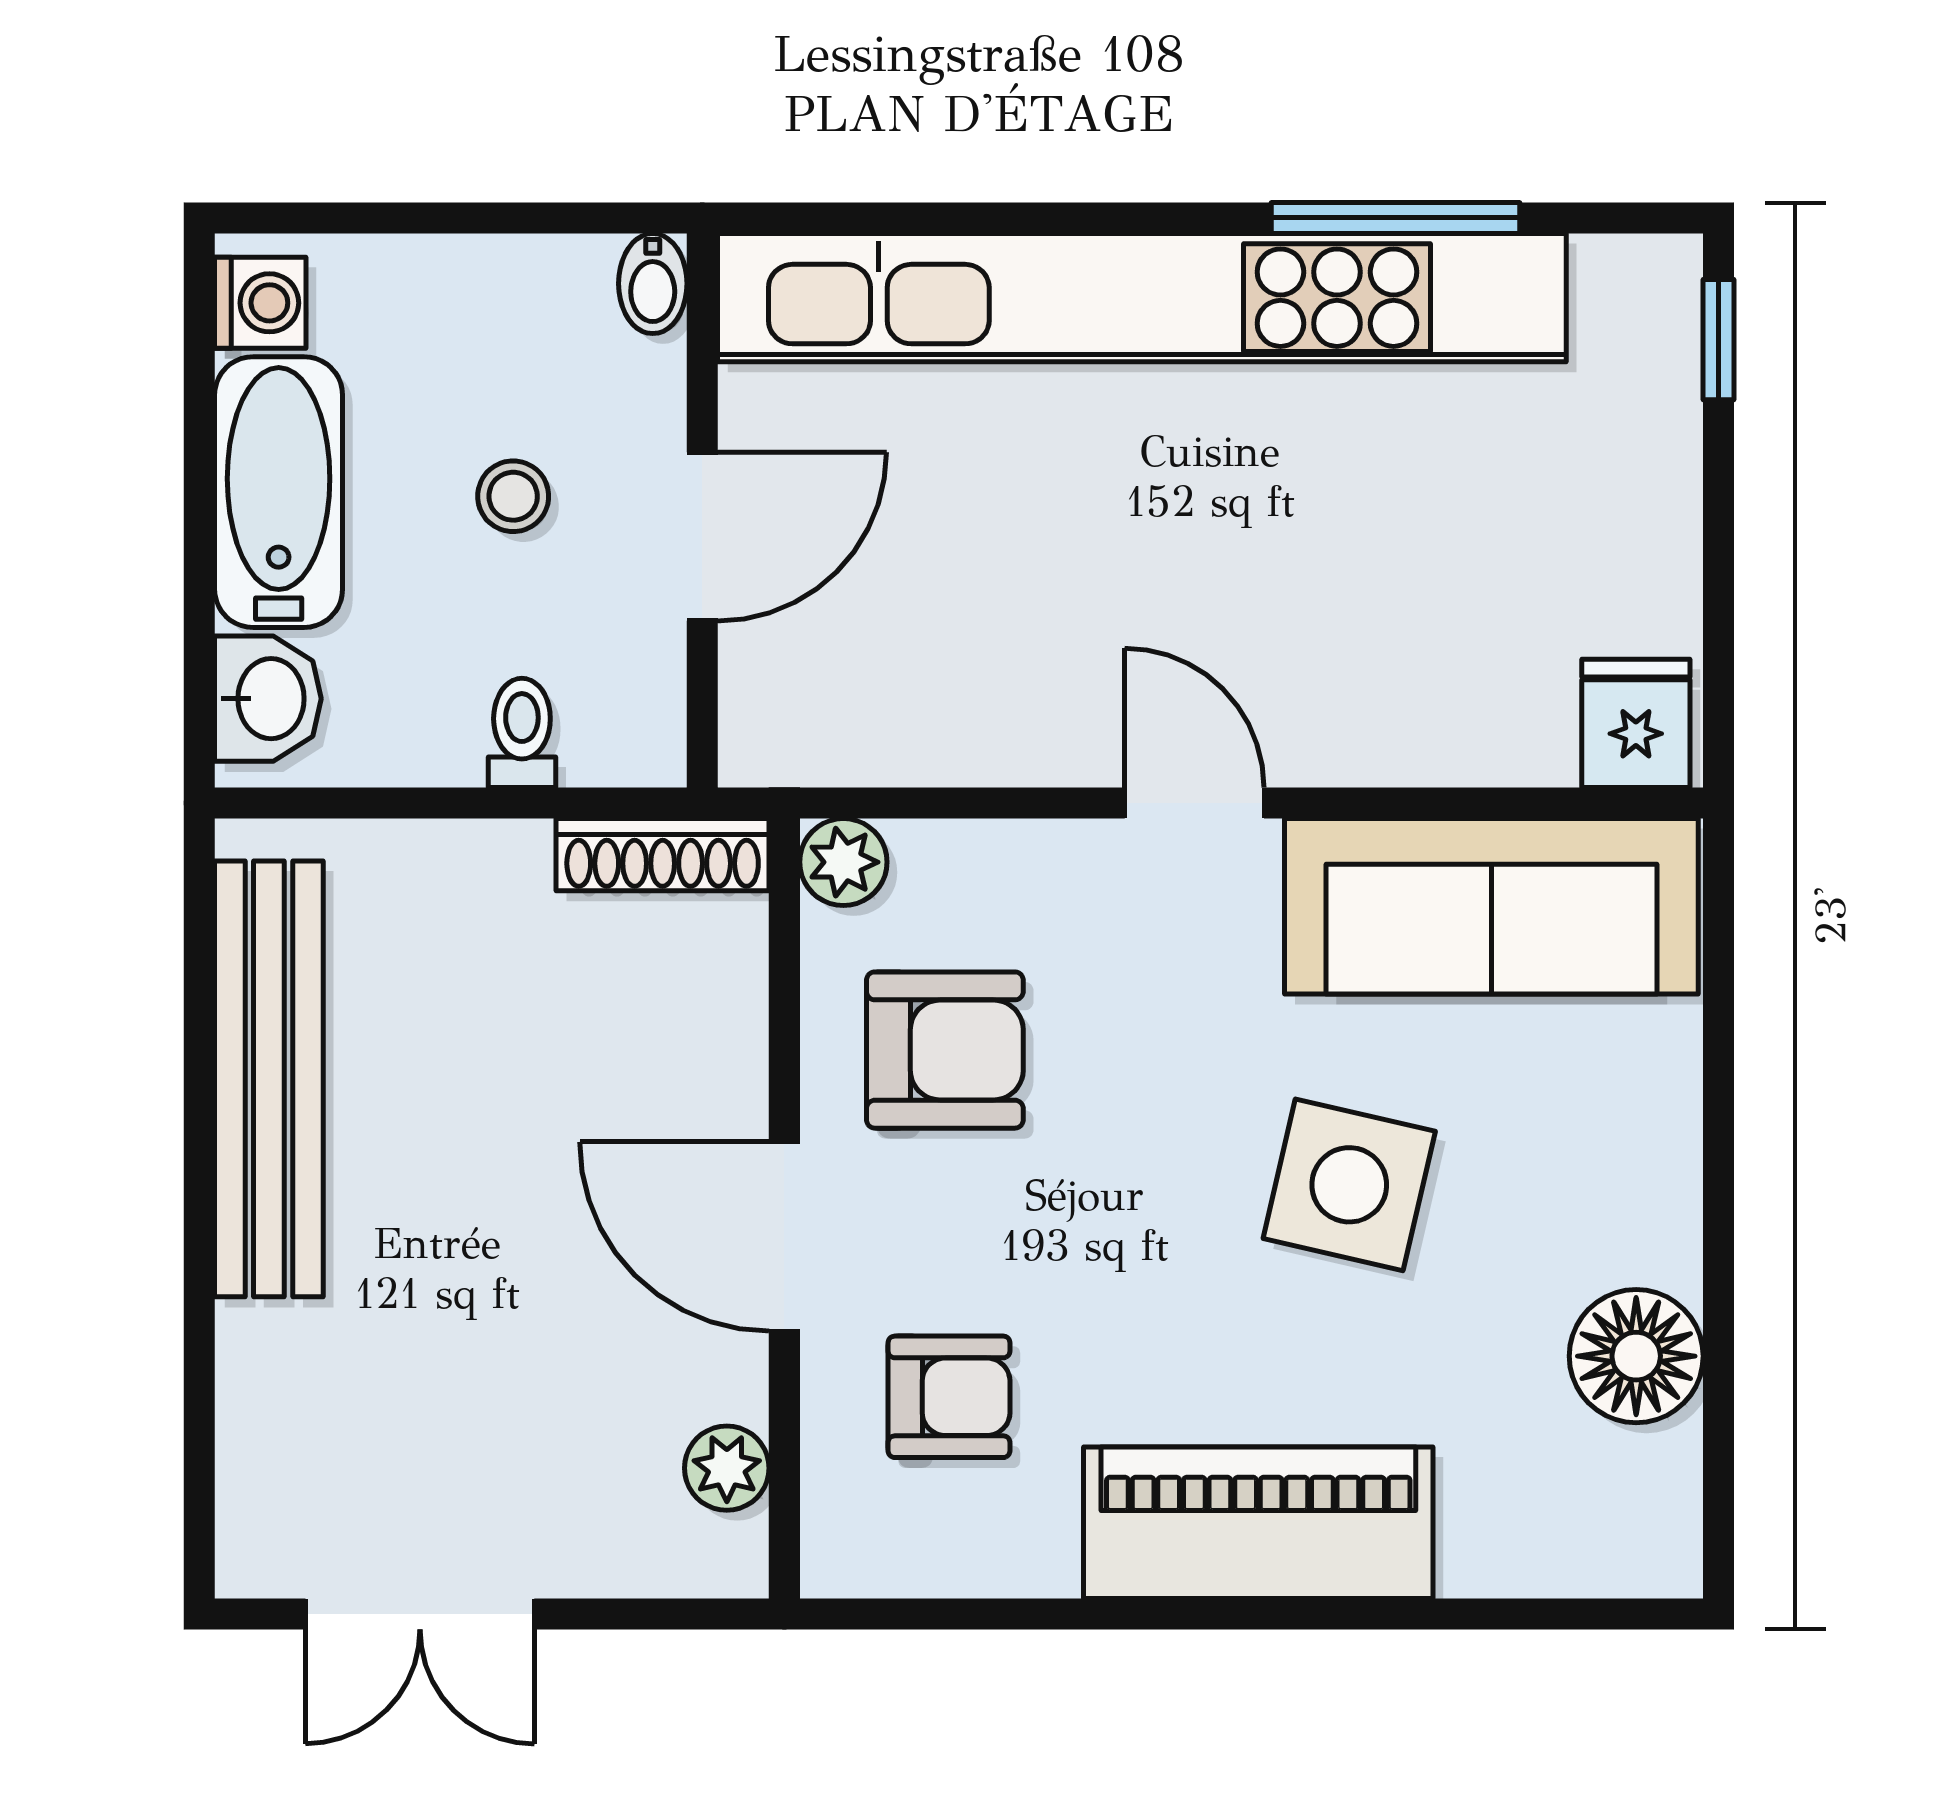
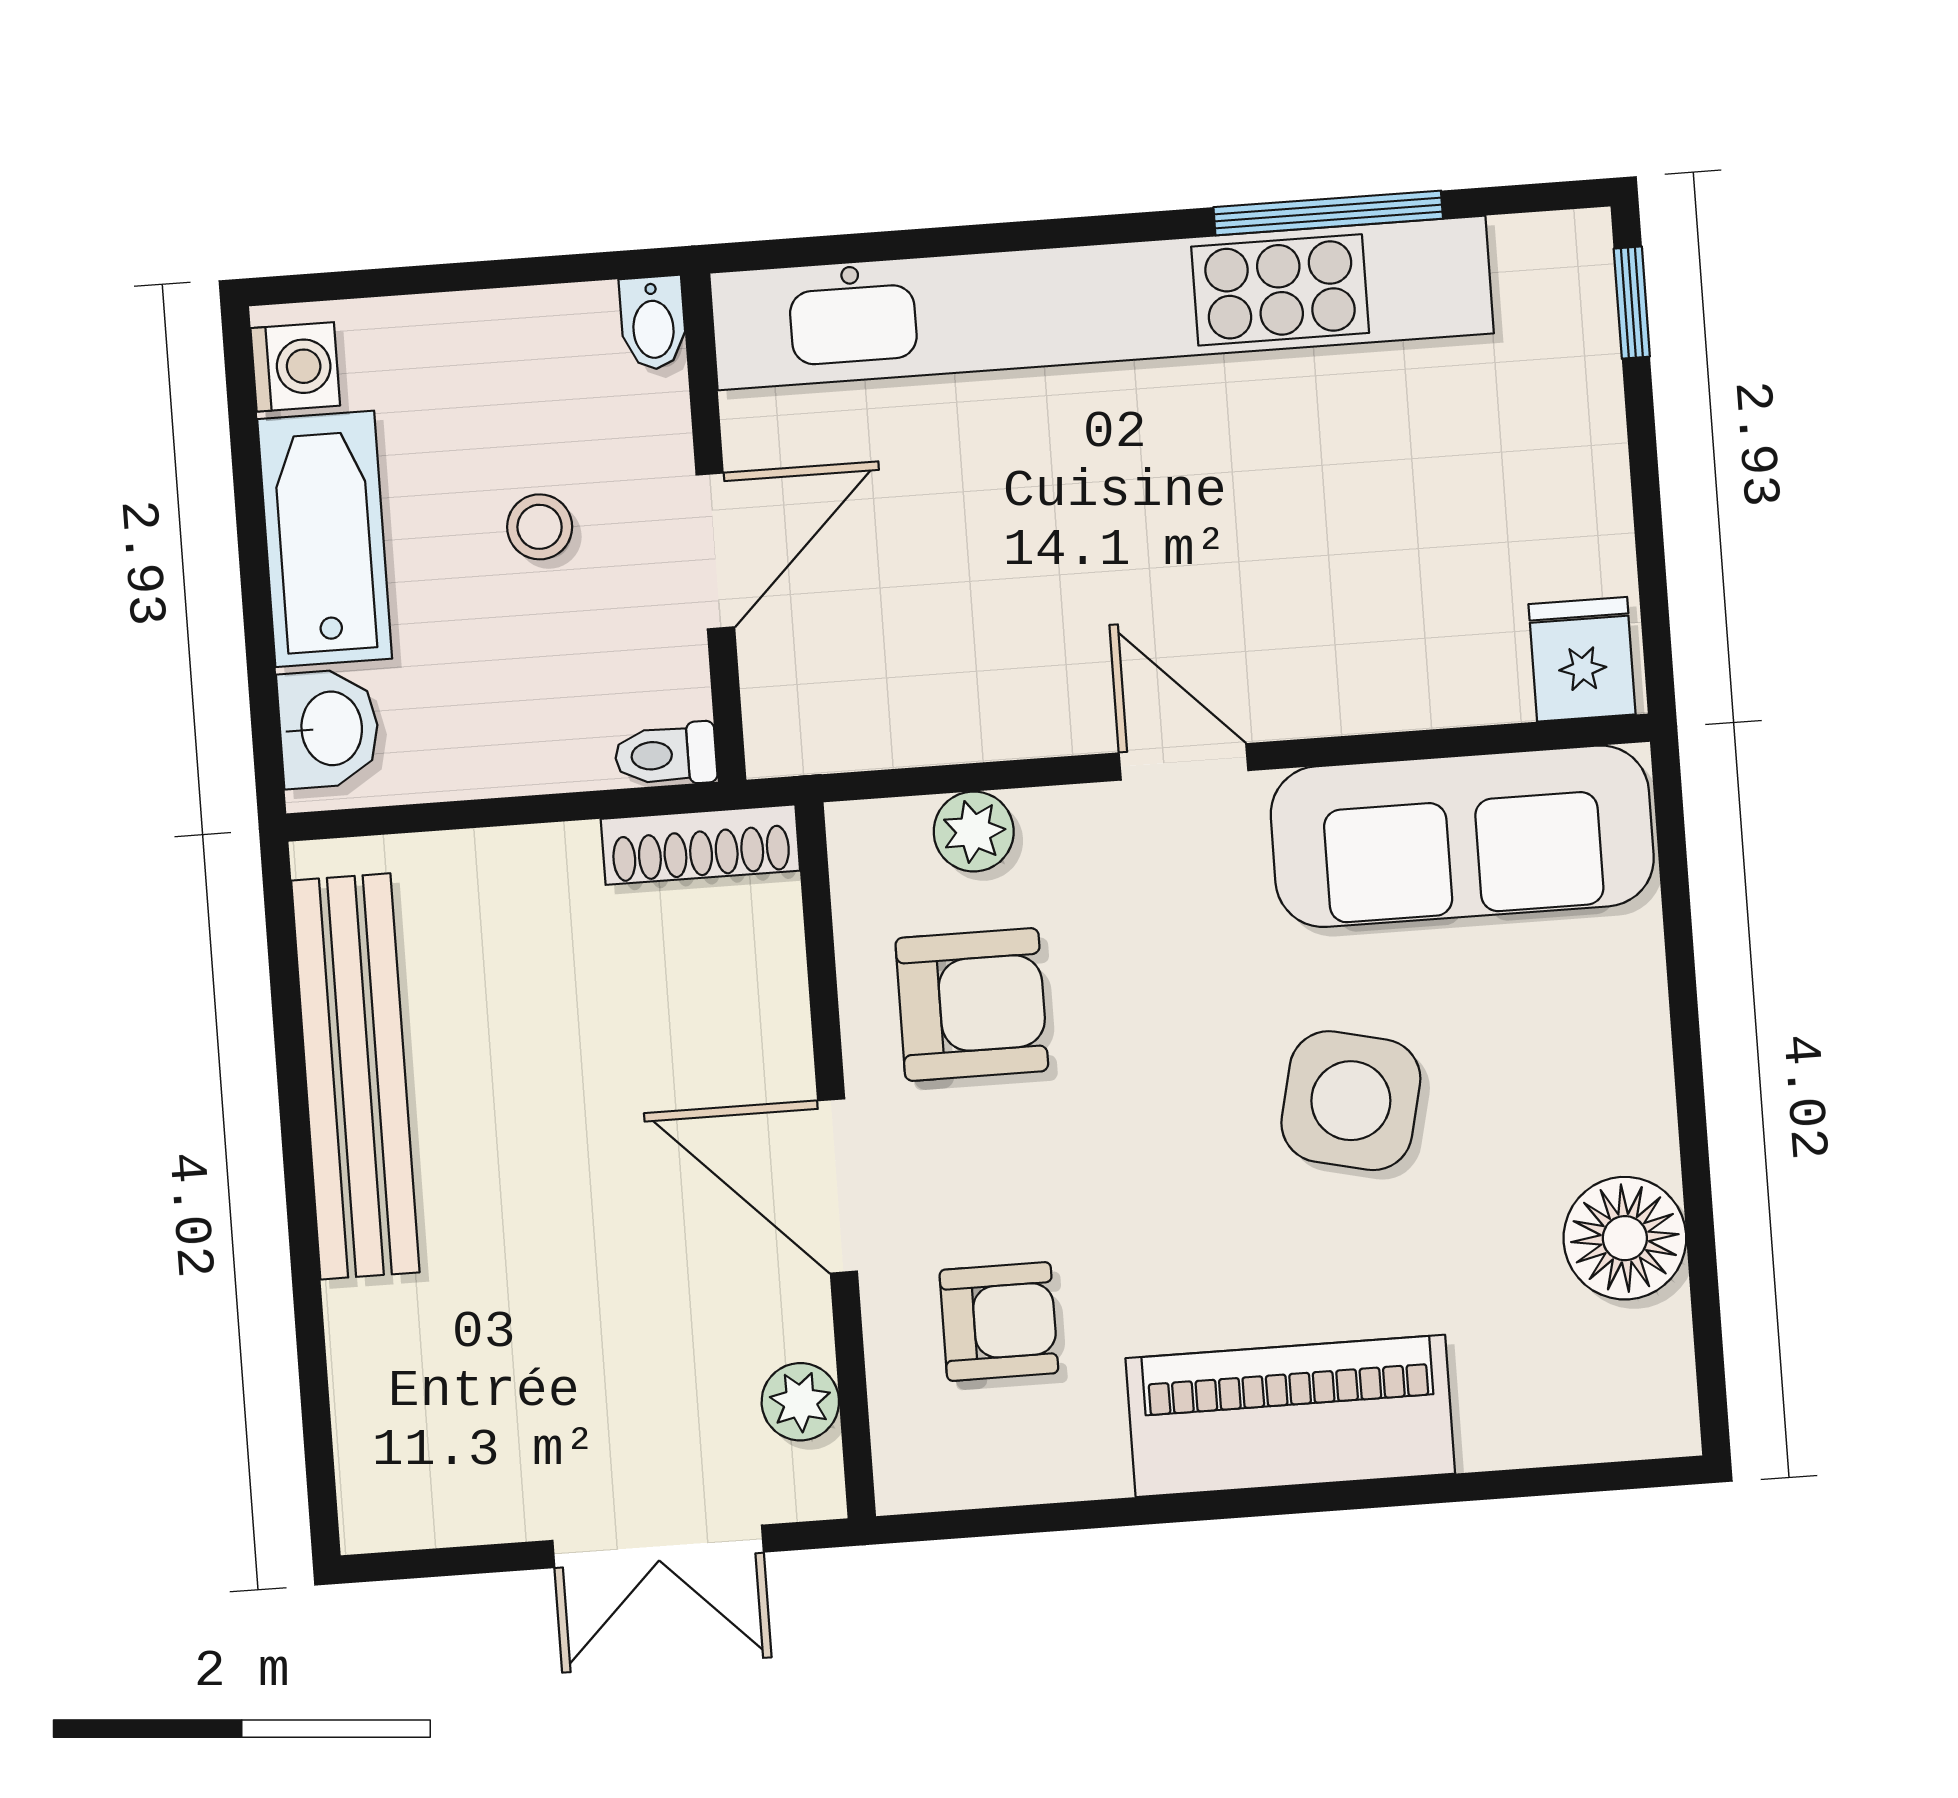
toilet: (522, 733) -> (666, 755), moved, turned -90
plant: (843, 862) -> (974, 831), moved
double door: (420, 1614) -> (658, 1546), moved

